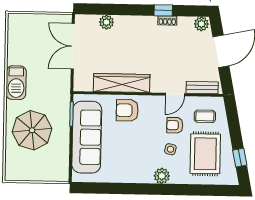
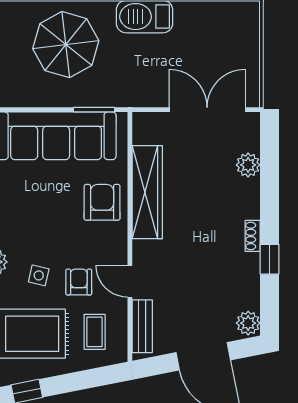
shoe rack: (167, 21) -> (253, 236), moved

